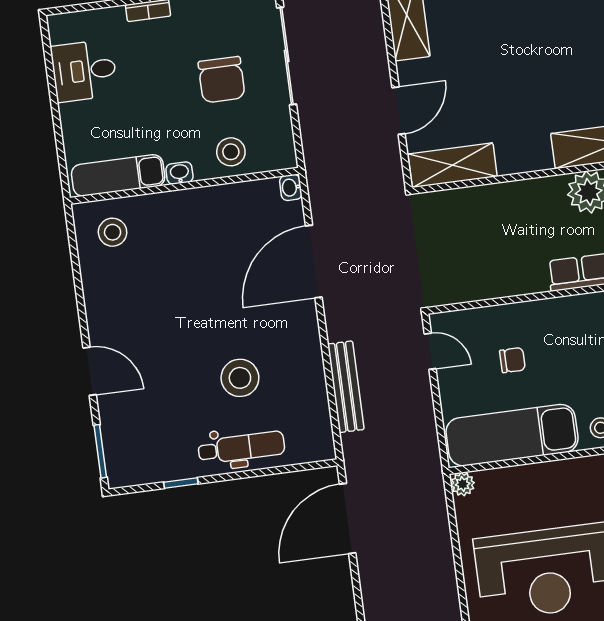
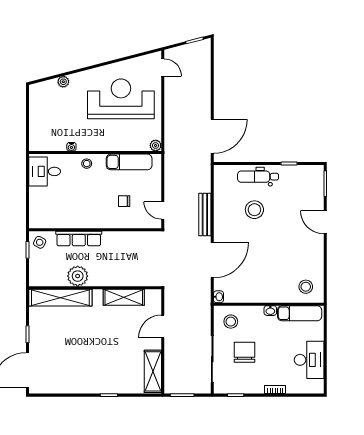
desk: (84, 71) -> (309, 360), width x1.37
stool: (231, 152) -> (231, 322), moved
shelving: (453, 165) -> (124, 297), moved
bench: (346, 387) -> (205, 215), moved
exam couch: (512, 435) -> (129, 162), width x0.73, depth x0.69

